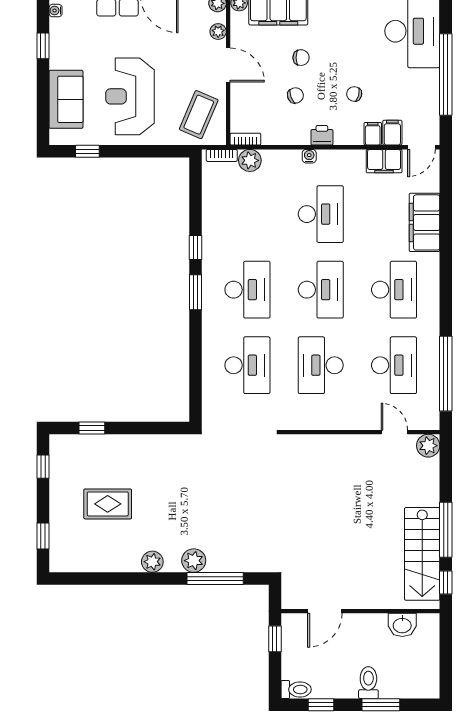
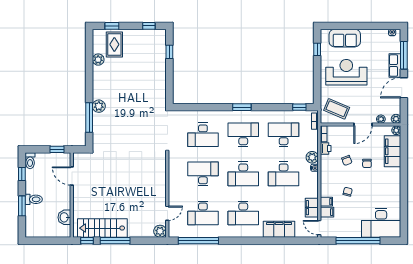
window: (43, 46) -> (373, 26), removed
printer: (322, 135) -> (326, 149), moved
plant: (250, 160) -> (312, 157), moved
desk: (247, 214) -> (284, 135), added
window: (196, 247) -> (299, 107), moved
desk: (247, 290) -> (243, 135), turned 180
rug: (108, 504) -> (114, 44), moved
plant: (152, 562) -> (98, 60), moved

